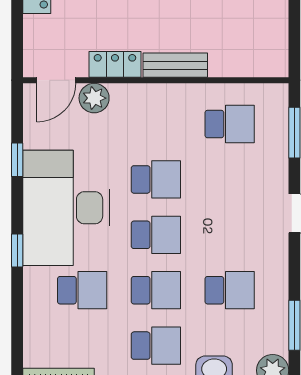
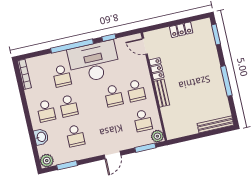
plant: (94, 98) -> (157, 136), moved
school desk: (156, 235) -> (136, 91), moved
window: (17, 251) -> (72, 46), width x3.17

